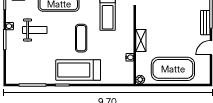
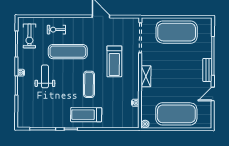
weight bench: (35, 30) -> (45, 76), turned -90
shelving: (141, 40) -> (146, 76), moved
treadmill: (78, 70) -> (86, 115), width x0.73, depth x0.73

